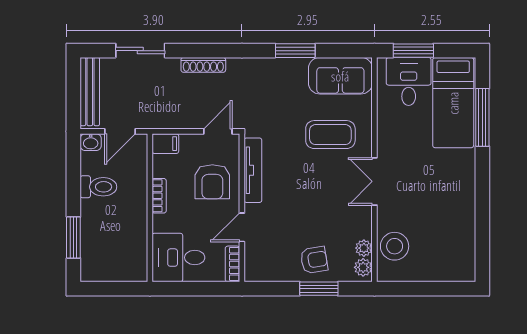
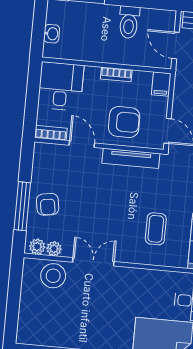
coffee table: (330, 135) -> (156, 229), width x0.73, depth x0.77
washbasin: (91, 142) -> (52, 34), moved, turned 180
double door: (374, 181) -> (93, 262), moved
armchair: (212, 182) -> (124, 122), turned 180
window: (319, 289) -> (22, 206), width x1.44

